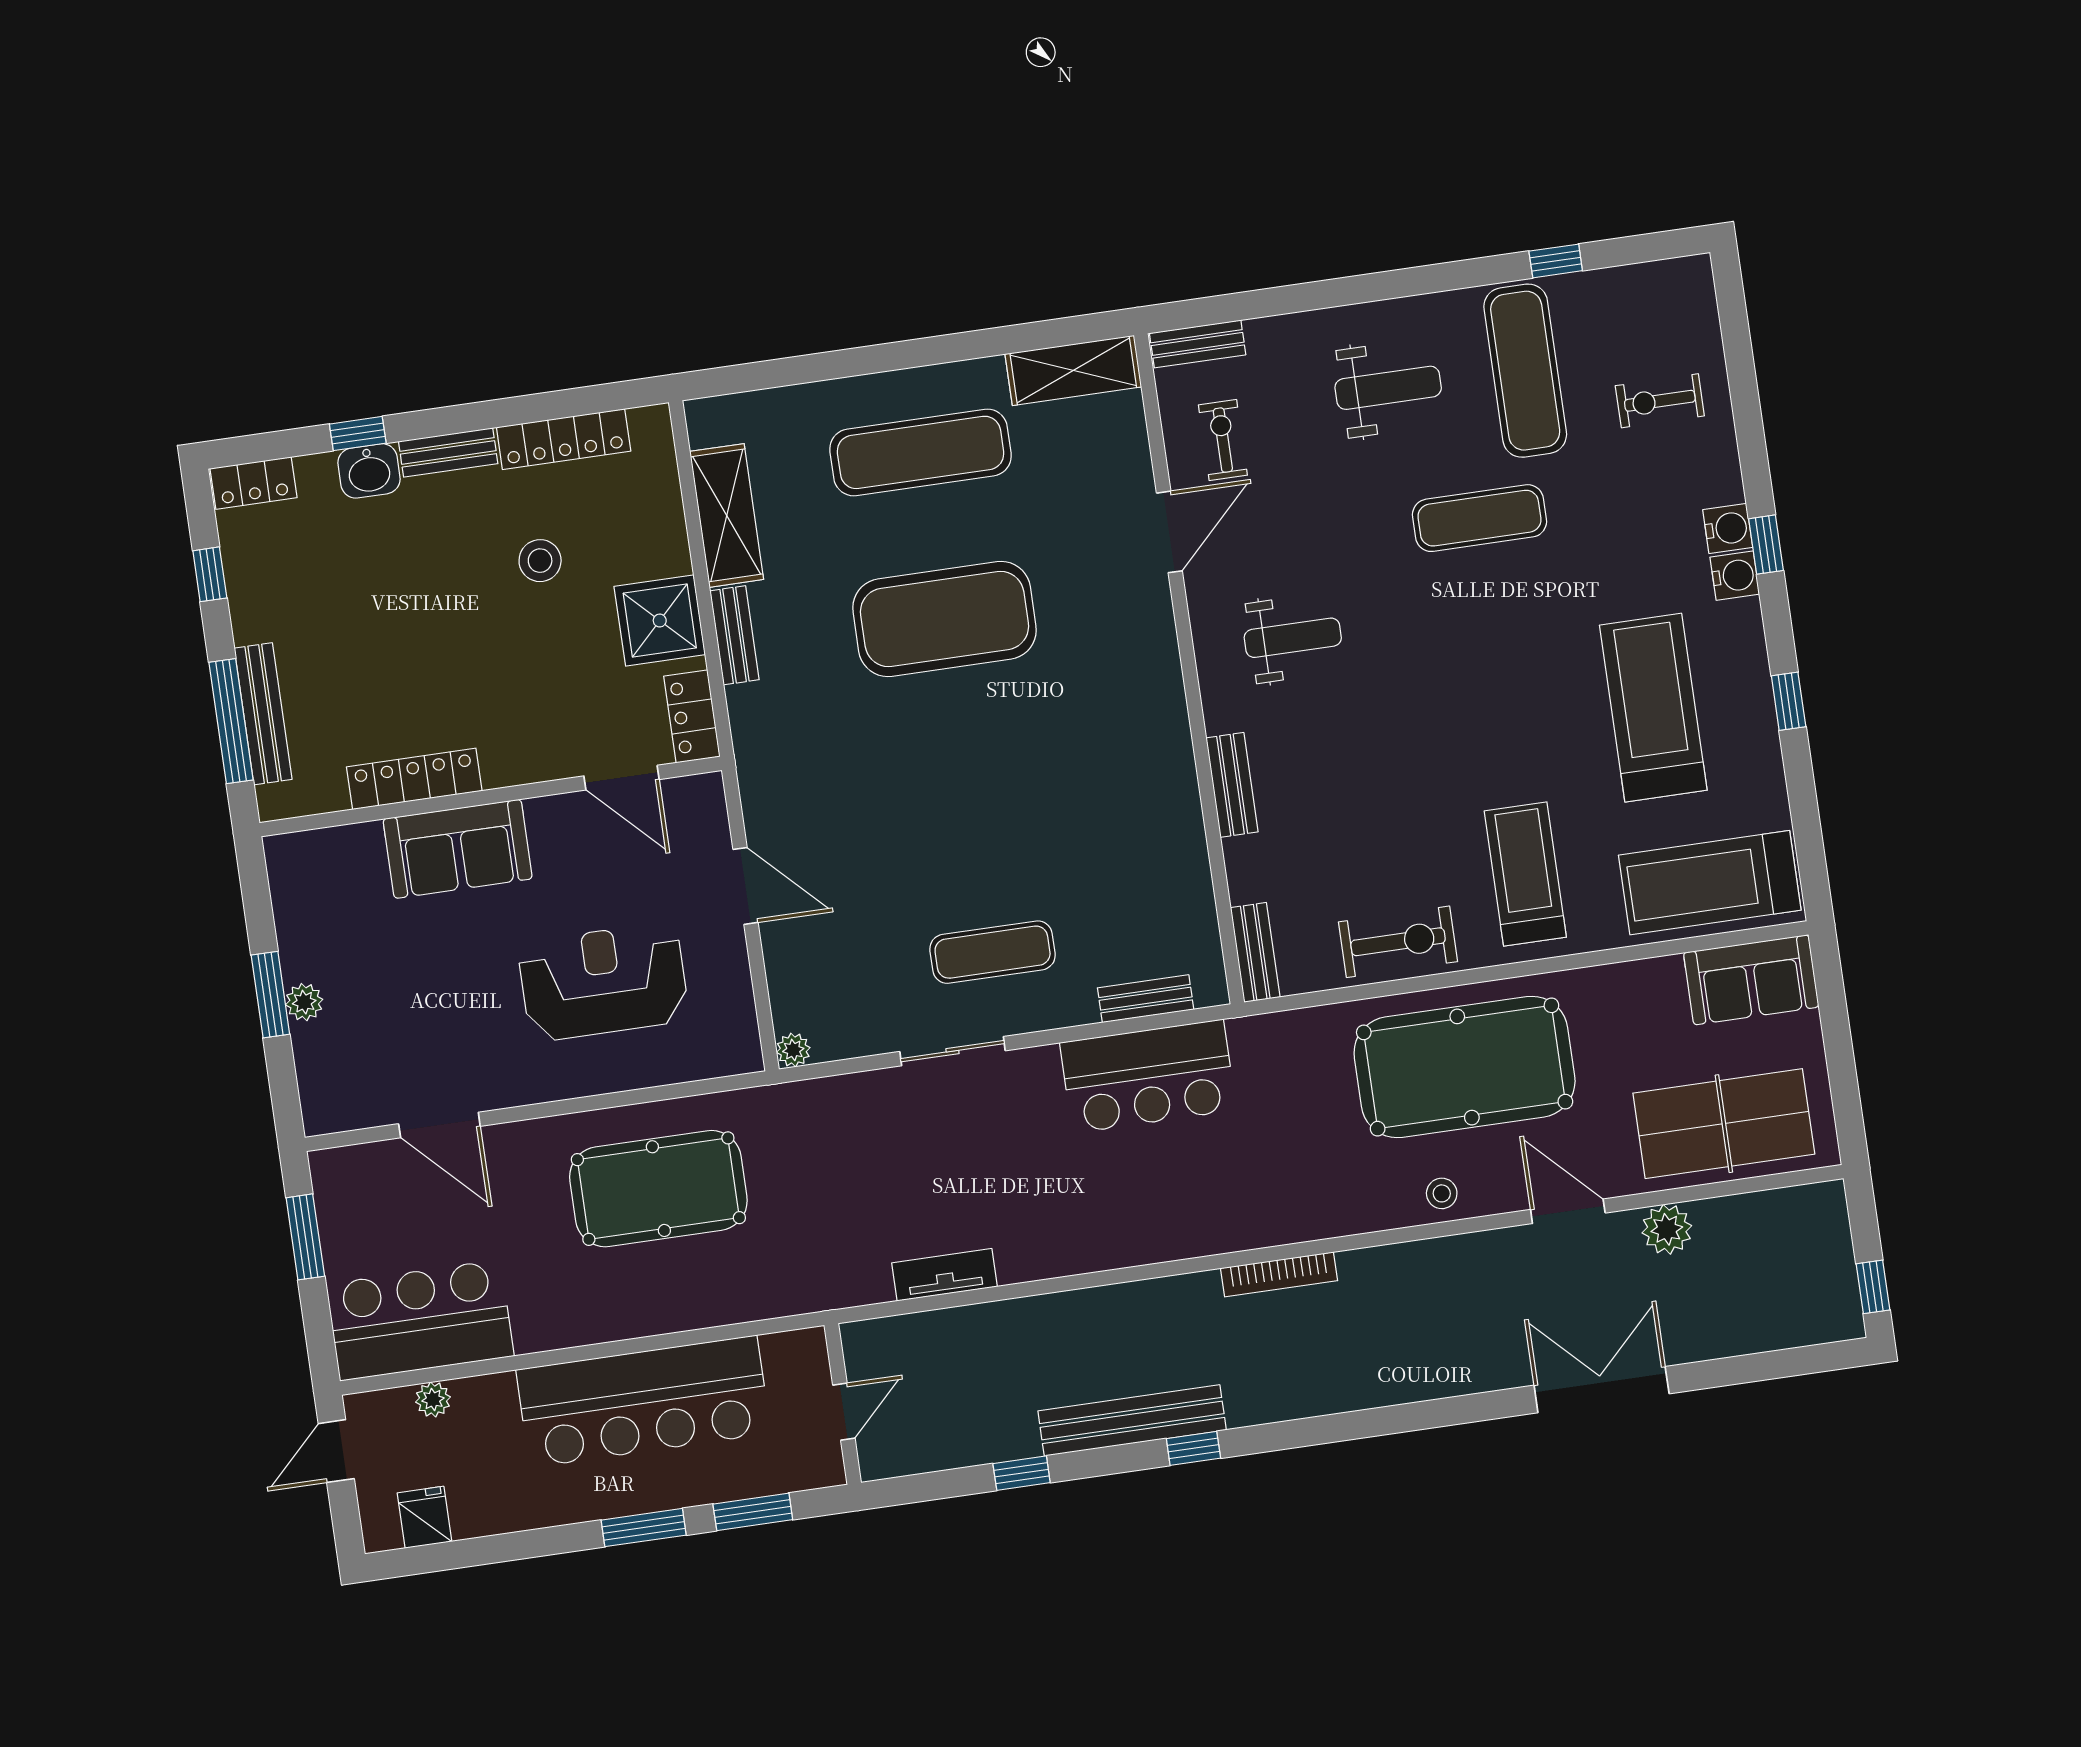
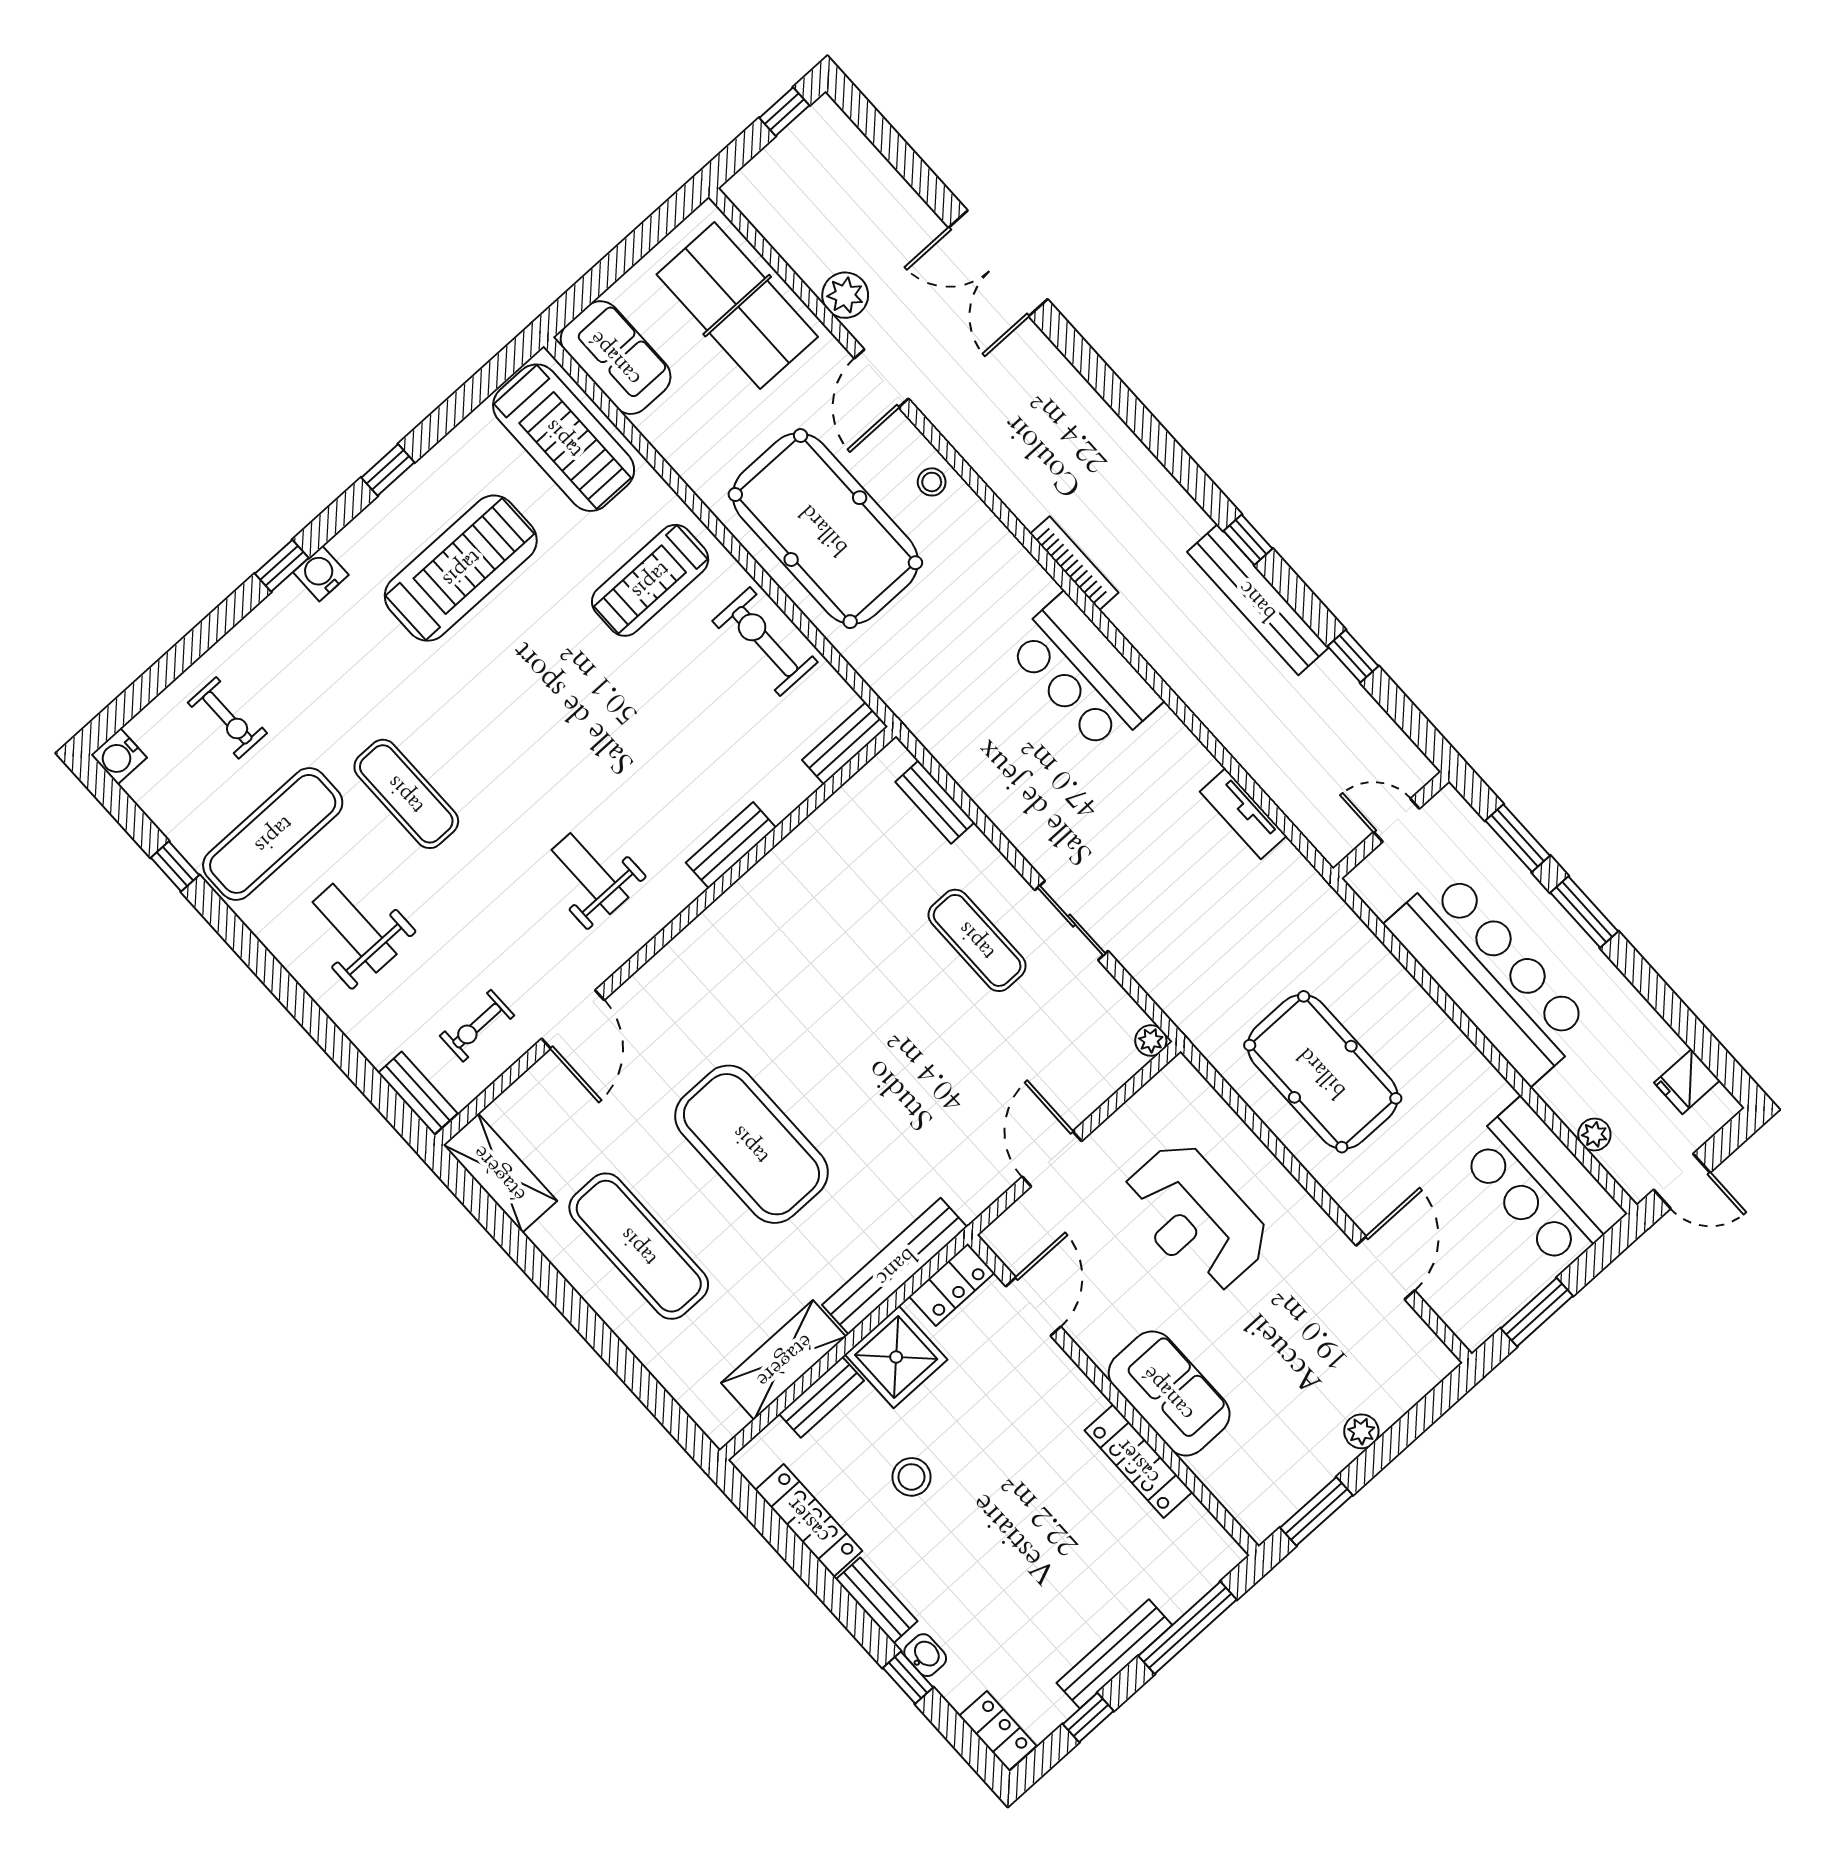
washbasin: (369, 471) -> (925, 1655), width x0.72, depth x0.69
bench: (669, 527) -> (821, 1397), added
water cooler: (1728, 528) -> (119, 756), moved, turned -90
door: (1169, 532) -> (573, 1019), swing flipped
bench: (735, 635) -> (895, 1266), width x1.86, depth x1.21
treadmill: (1653, 708) -> (461, 568), turned 180
bench: (263, 714) -> (1114, 1654), moved
window: (270, 995) -> (1316, 1511), moved
bar counter: (1148, 1076) -> (1084, 673), moved, turned 180

